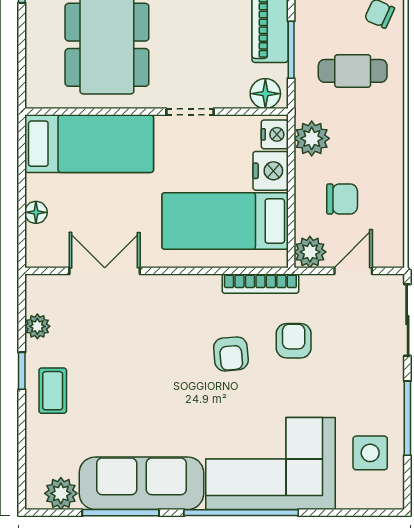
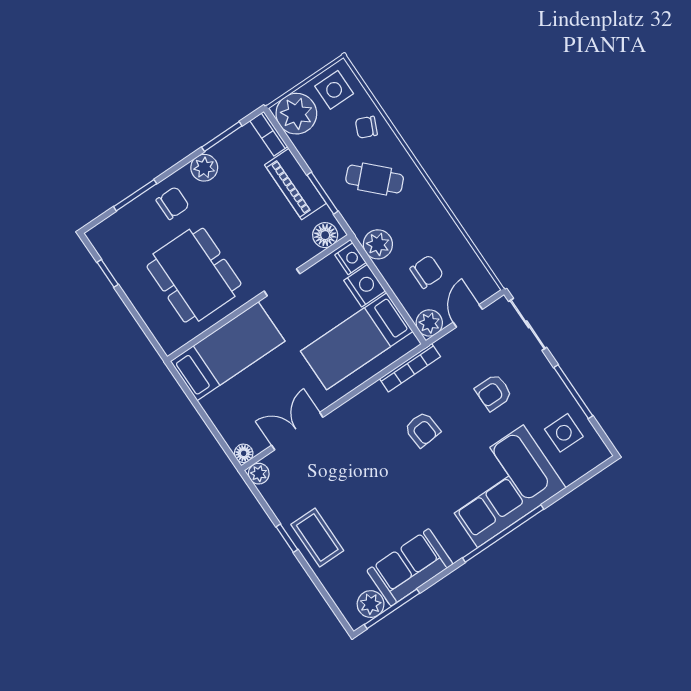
cafe table: (353, 71) -> (375, 179), turned 45
floor lamp: (36, 212) -> (244, 453), moved
plant: (37, 326) -> (259, 474), moved
armchair: (294, 341) -> (494, 392), moved, turned -90
coffee table: (53, 391) -> (317, 537), width x1.36, depth x1.30
sofa: (141, 483) -> (410, 567), width x0.73
window: (121, 513) -> (392, 609), moved

